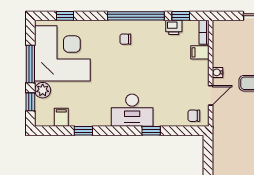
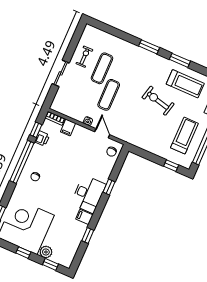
window: (30, 64) -> (23, 253), width x0.46
filing cabinet: (61, 117) -> (84, 217), moved

